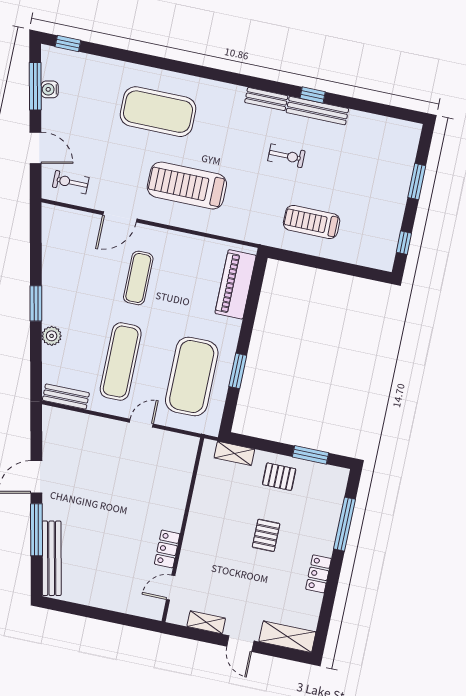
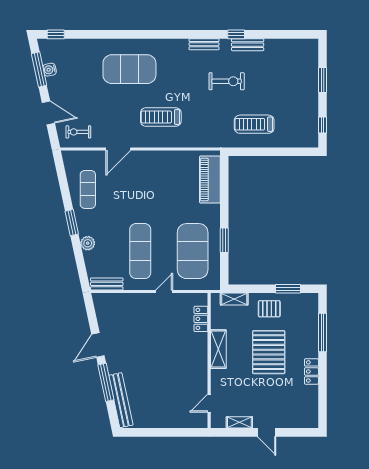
bench: (317, 111) -> (248, 45), width x0.73
exercise bike: (286, 156) -> (227, 81), width x1.38, depth x1.39
treadmill: (187, 186) -> (161, 117), width x0.73, depth x0.73
exercise mat: (138, 278) -> (88, 189), moved
pallet: (266, 535) -> (269, 352), width x2.05, depth x2.00
locker: (167, 549) -> (201, 319), moved
shelving: (287, 637) -> (218, 349), moved, turned 90

